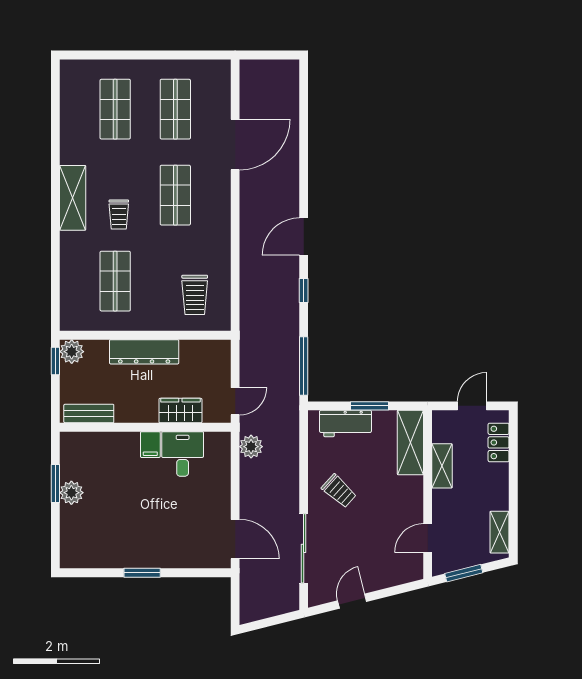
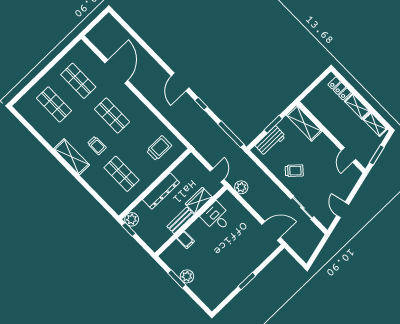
trolley: (195, 295) -> (159, 148), turned -90
door: (472, 406) -> (315, 84), removed
bench: (89, 414) -> (180, 220), moved
filing cabinet: (150, 445) -> (186, 240), moved
shelving: (442, 466) -> (357, 106), moved
sliding door: (304, 548) -> (302, 208), width x0.73

